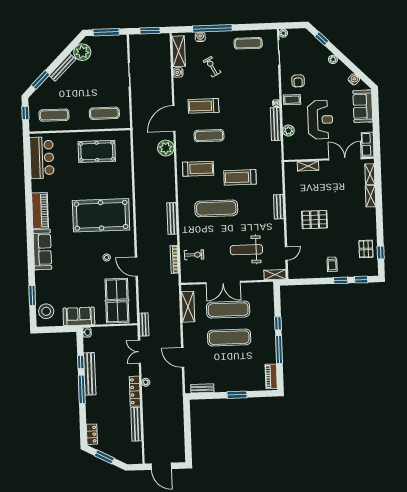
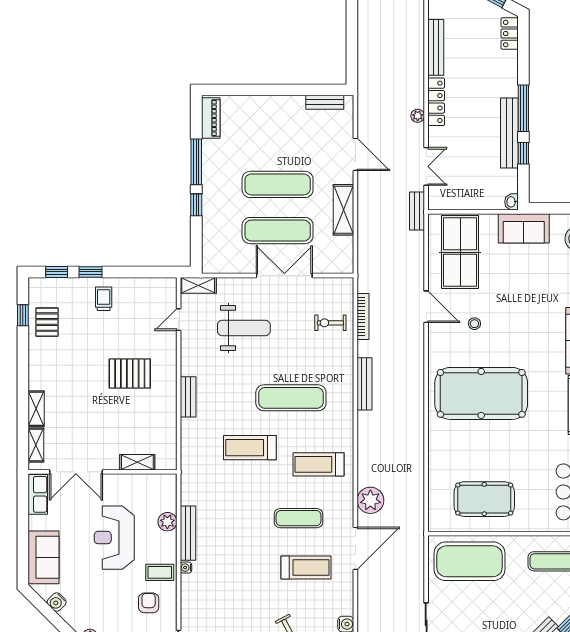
exercise mat: (104, 113) -> (469, 561), width x2.00, depth x1.45
treadmill: (240, 177) -> (250, 448), turned 180
shelving: (188, 307) -> (343, 210), moved
window: (237, 395) -> (268, 90), removed

